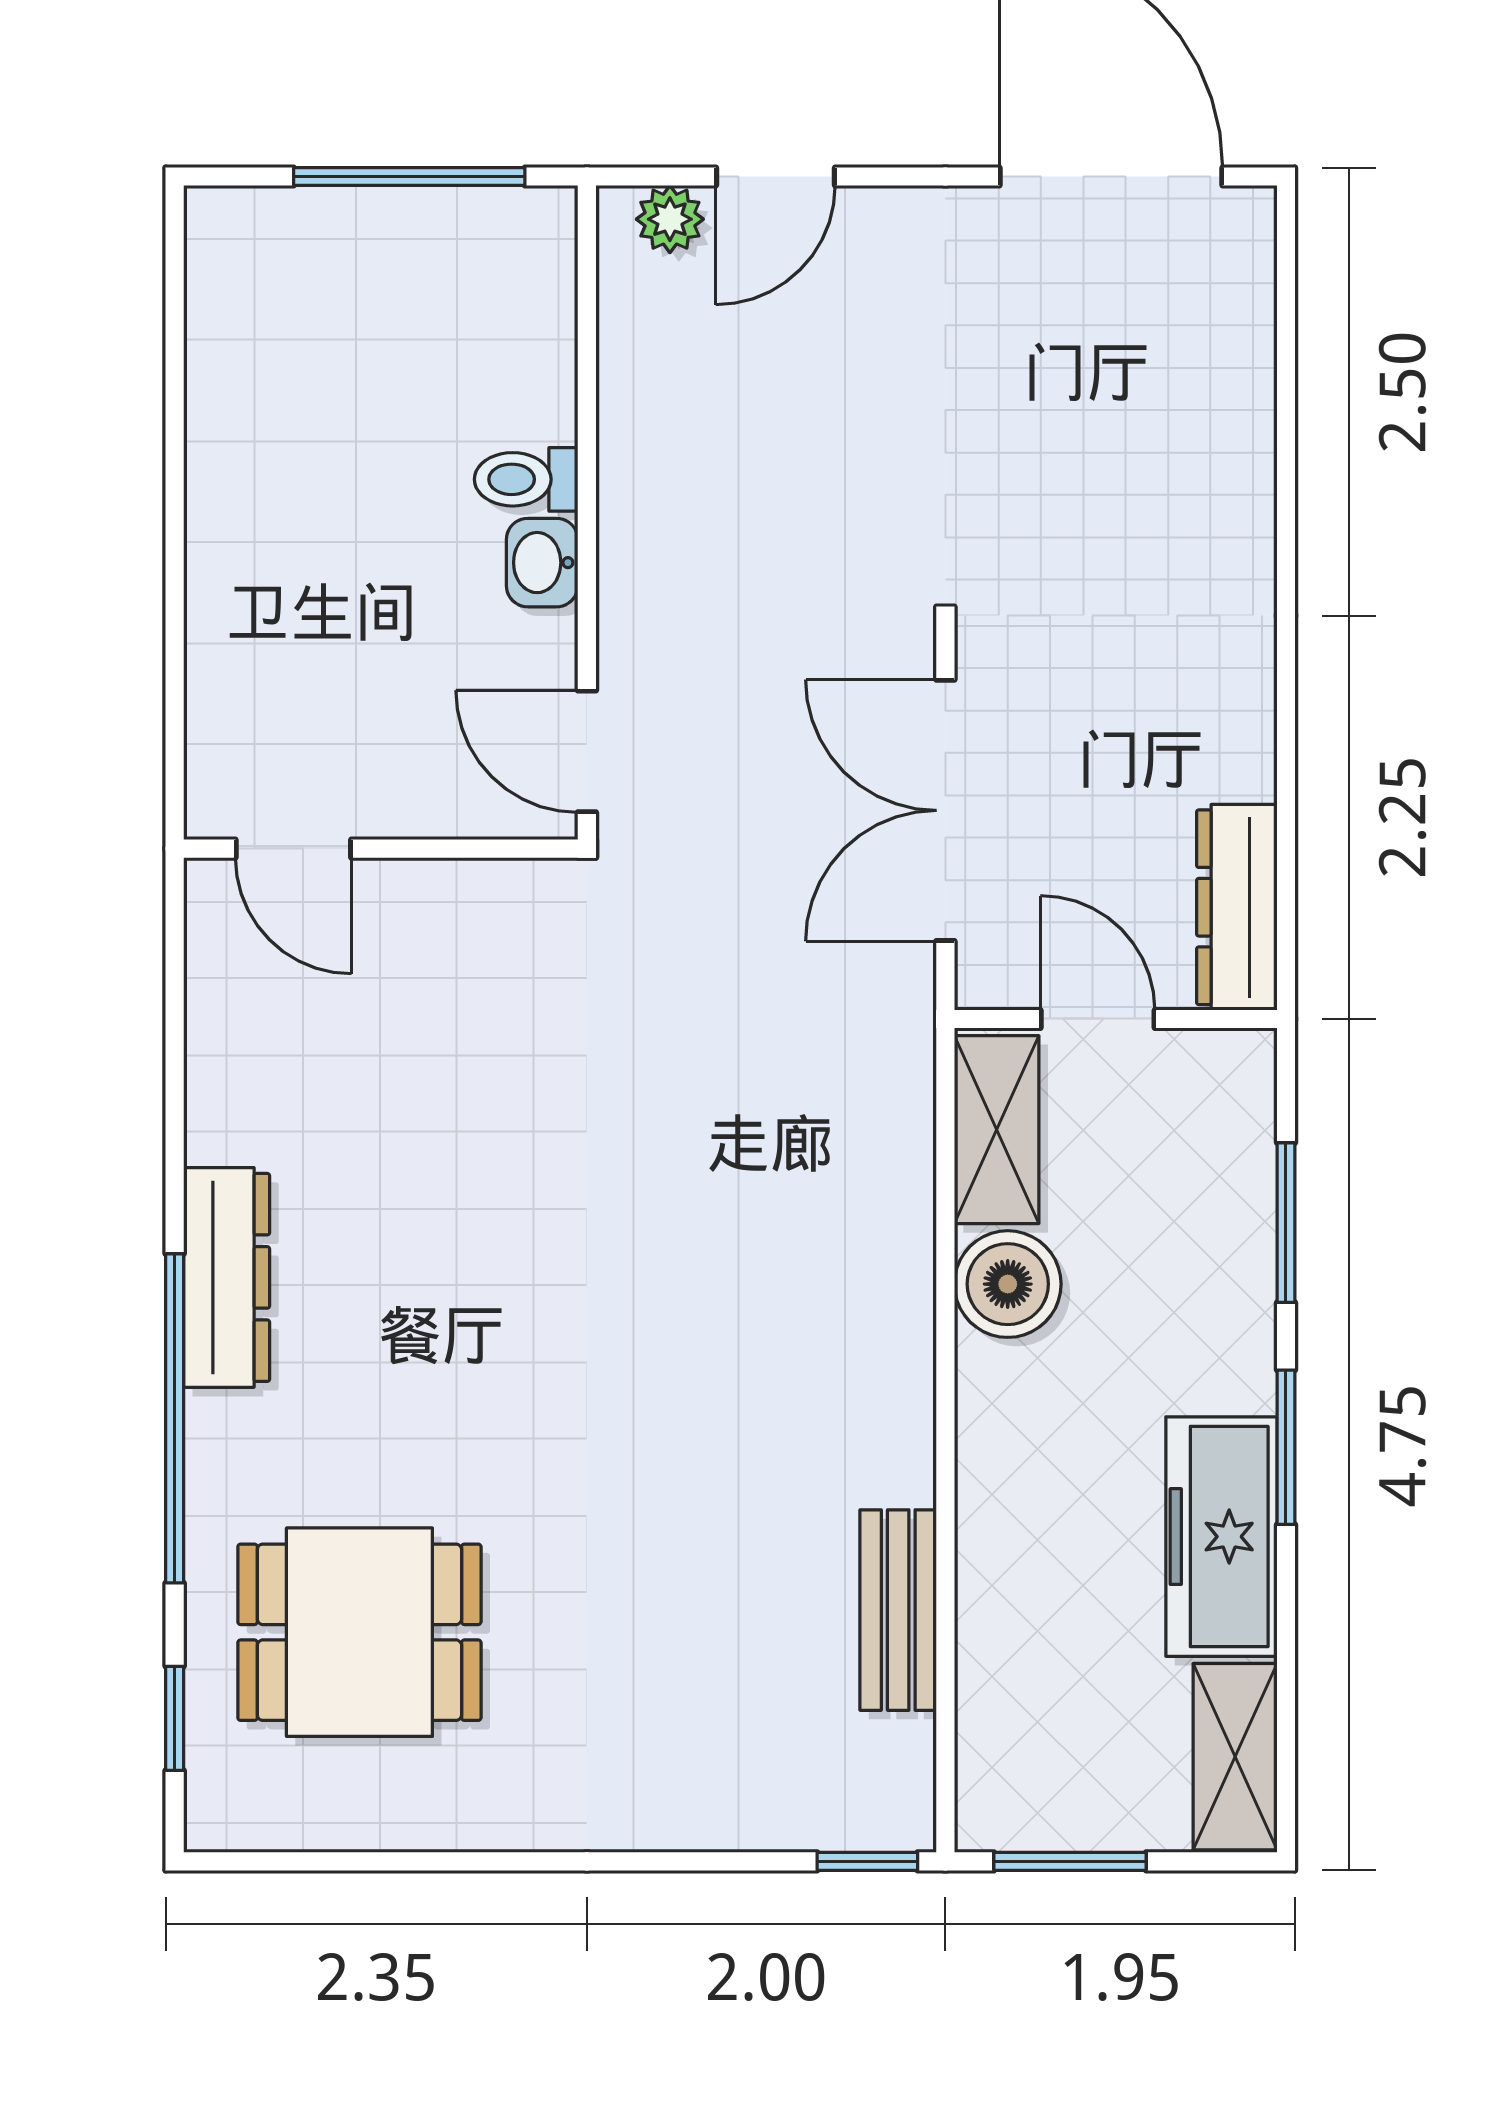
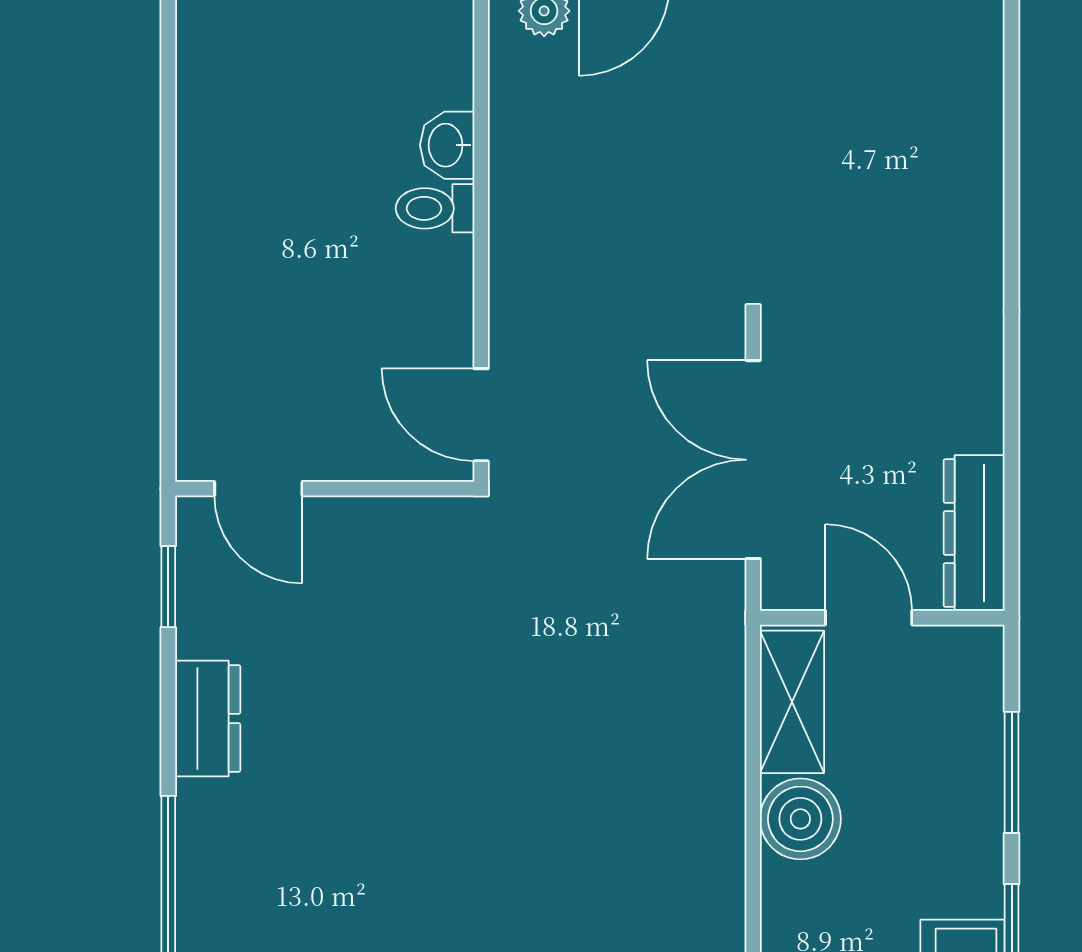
washbasin: (542, 563) -> (447, 145), moved
window: (175, 978) -> (168, 587), added
dresser: (227, 1277) -> (208, 719), moved, width x0.70

